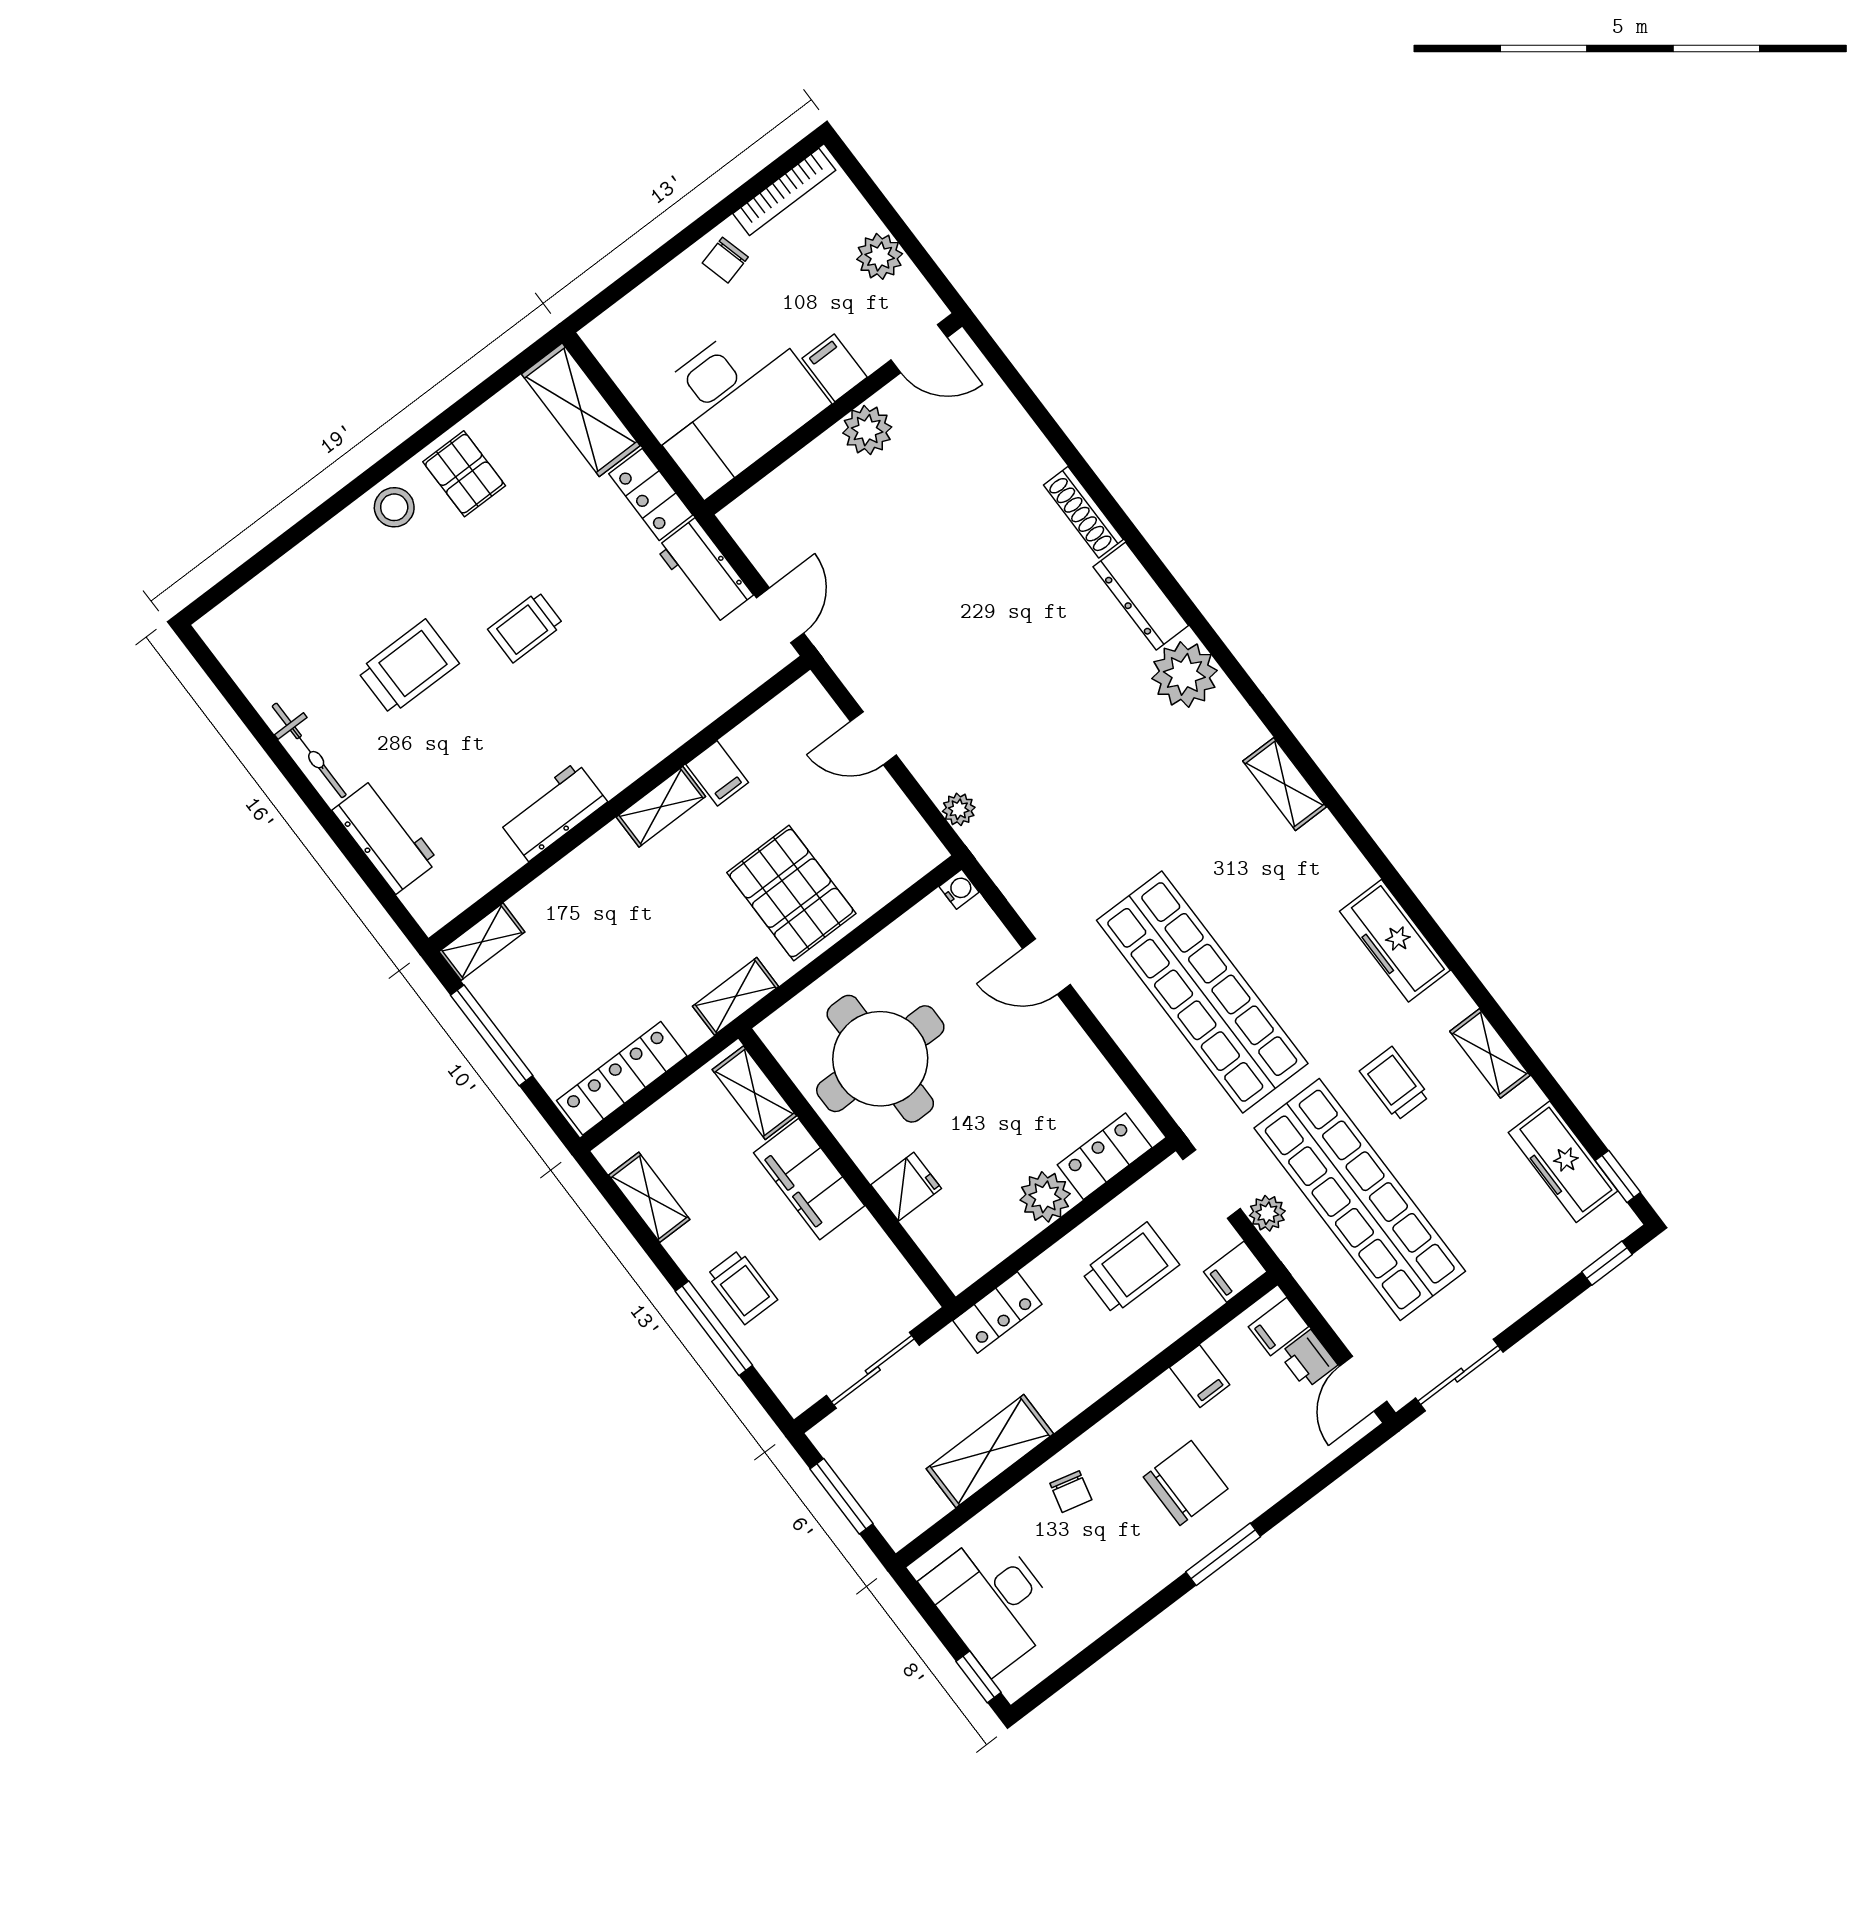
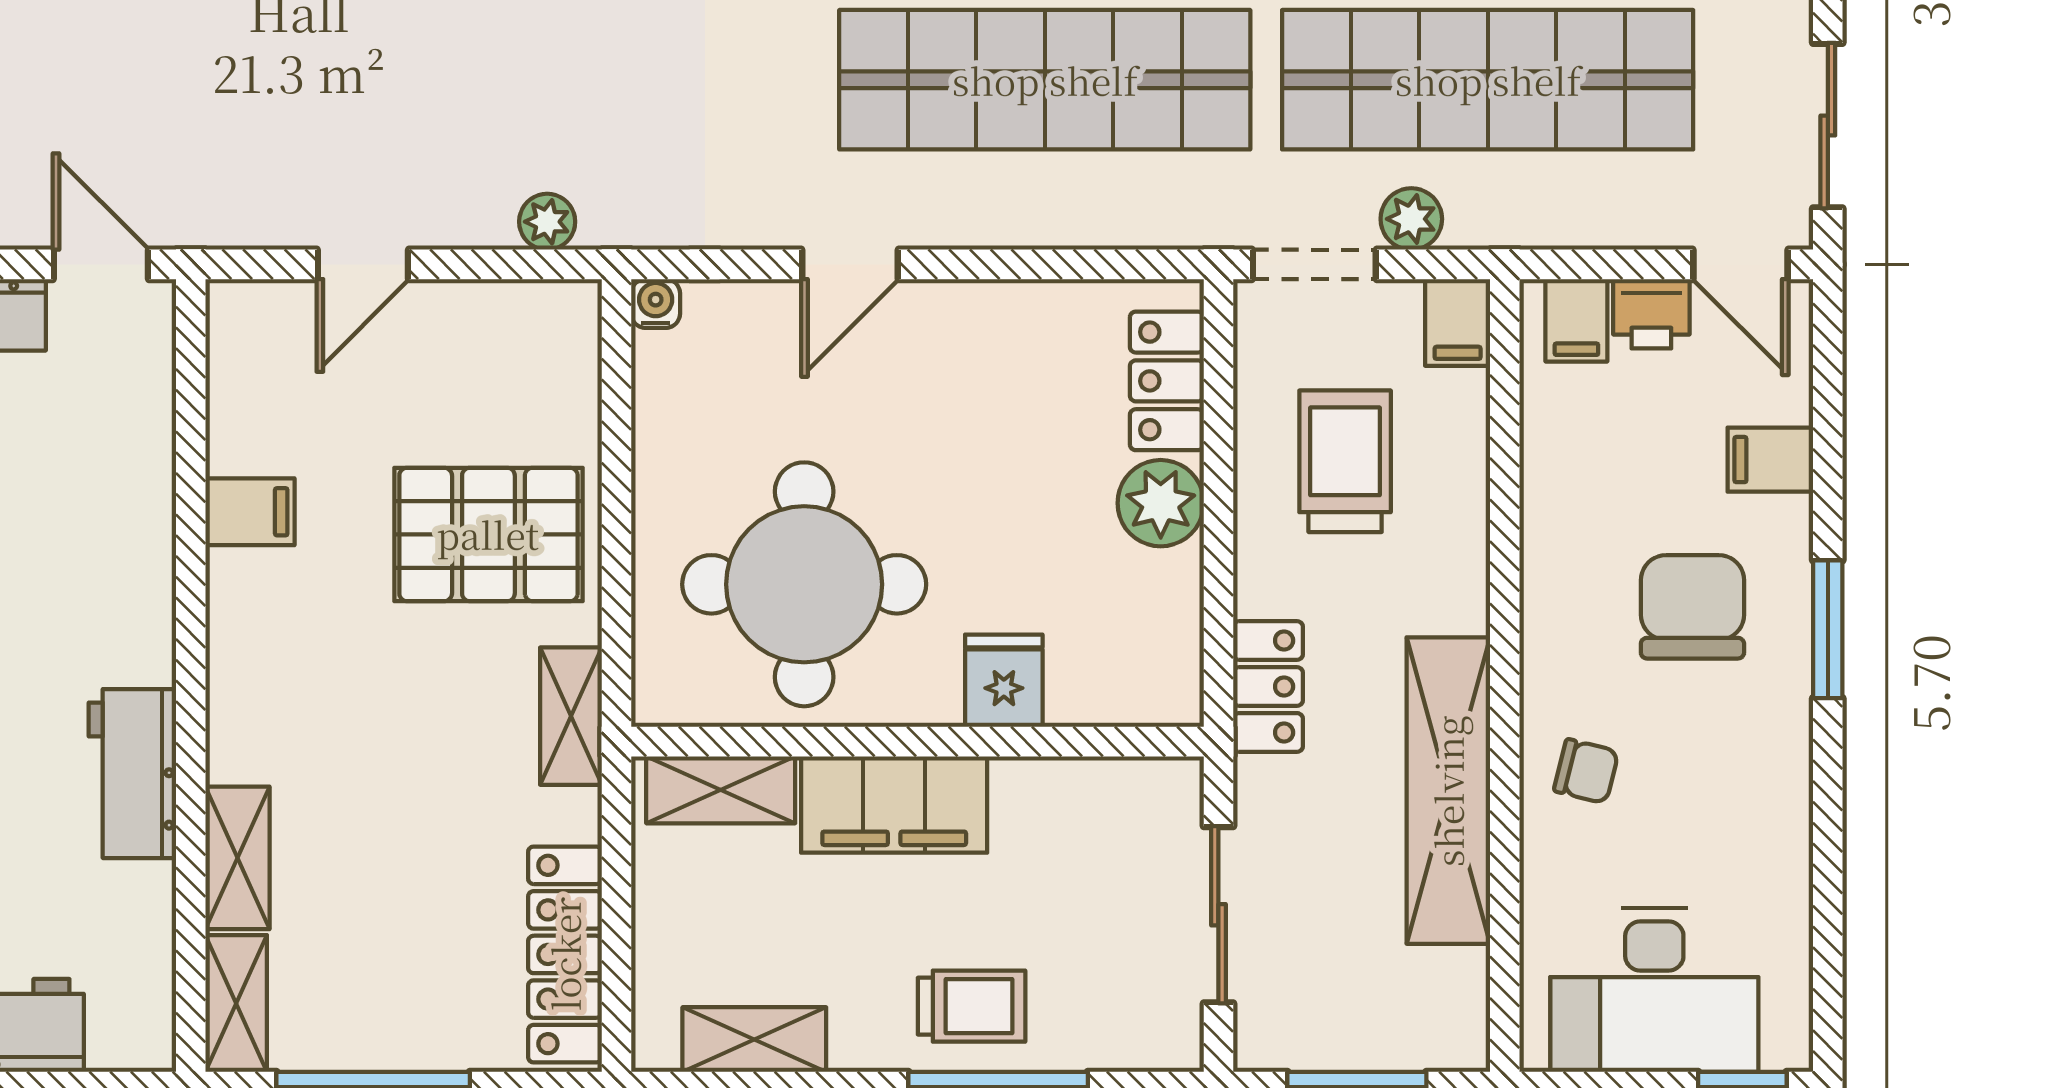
shelving: (661, 807) -> (238, 858), moved
filing cabinet: (1200, 1376) -> (1770, 460), moved, turned 180
shelving: (990, 1451) -> (1448, 791), width x1.47

